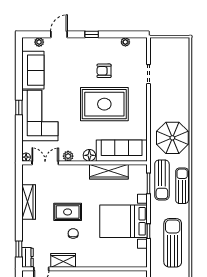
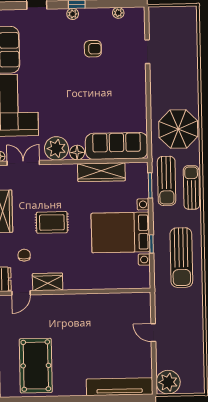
plant: (39, 42) -> (73, 14), moved
armchair: (104, 71) -> (93, 49), turned 180
rug: (104, 104) -> (94, 90), removed
plant: (68, 156) -> (56, 148), width x1.87, depth x1.87
chair: (73, 233) -> (24, 255), moved
sun lounger: (173, 243) -> (181, 258), turned 180

